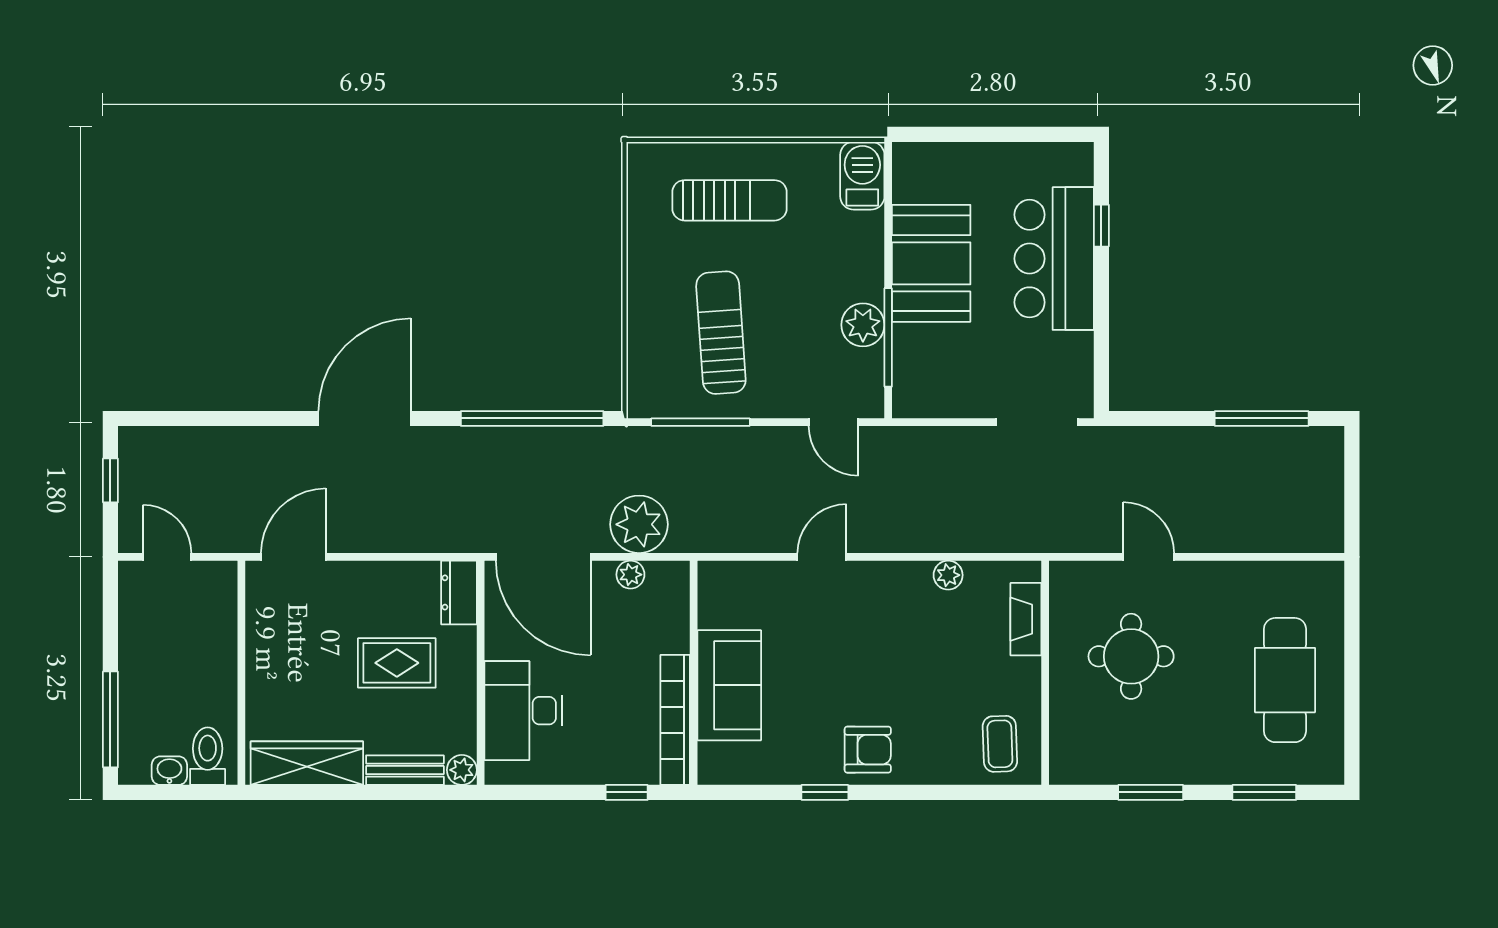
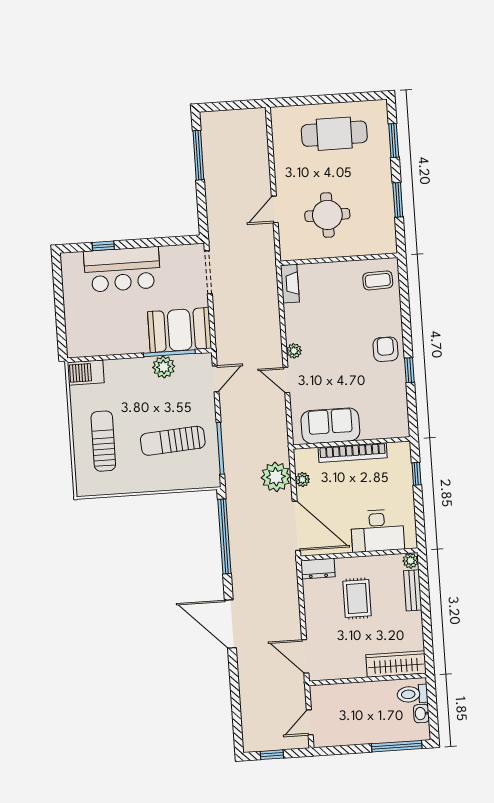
booth: (931, 263) -> (180, 330), moved
door: (543, 557) -> (296, 526), hinge flipped
plant: (948, 575) -> (294, 351), moved
fireplace: (1026, 619) -> (290, 284), moved, turned -90
sofa: (729, 685) -> (330, 426), moved
bookcase: (675, 720) -> (353, 453), moved
wardrobe: (307, 763) -> (396, 664), moved, turned 90

